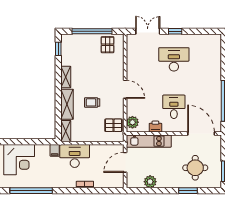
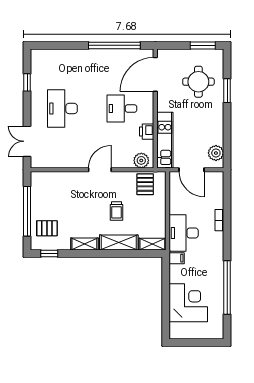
window: (175, 31) -> (27, 82), moved
pallet: (108, 45) -> (47, 228), moved
plant: (150, 182) -> (216, 153), moved

